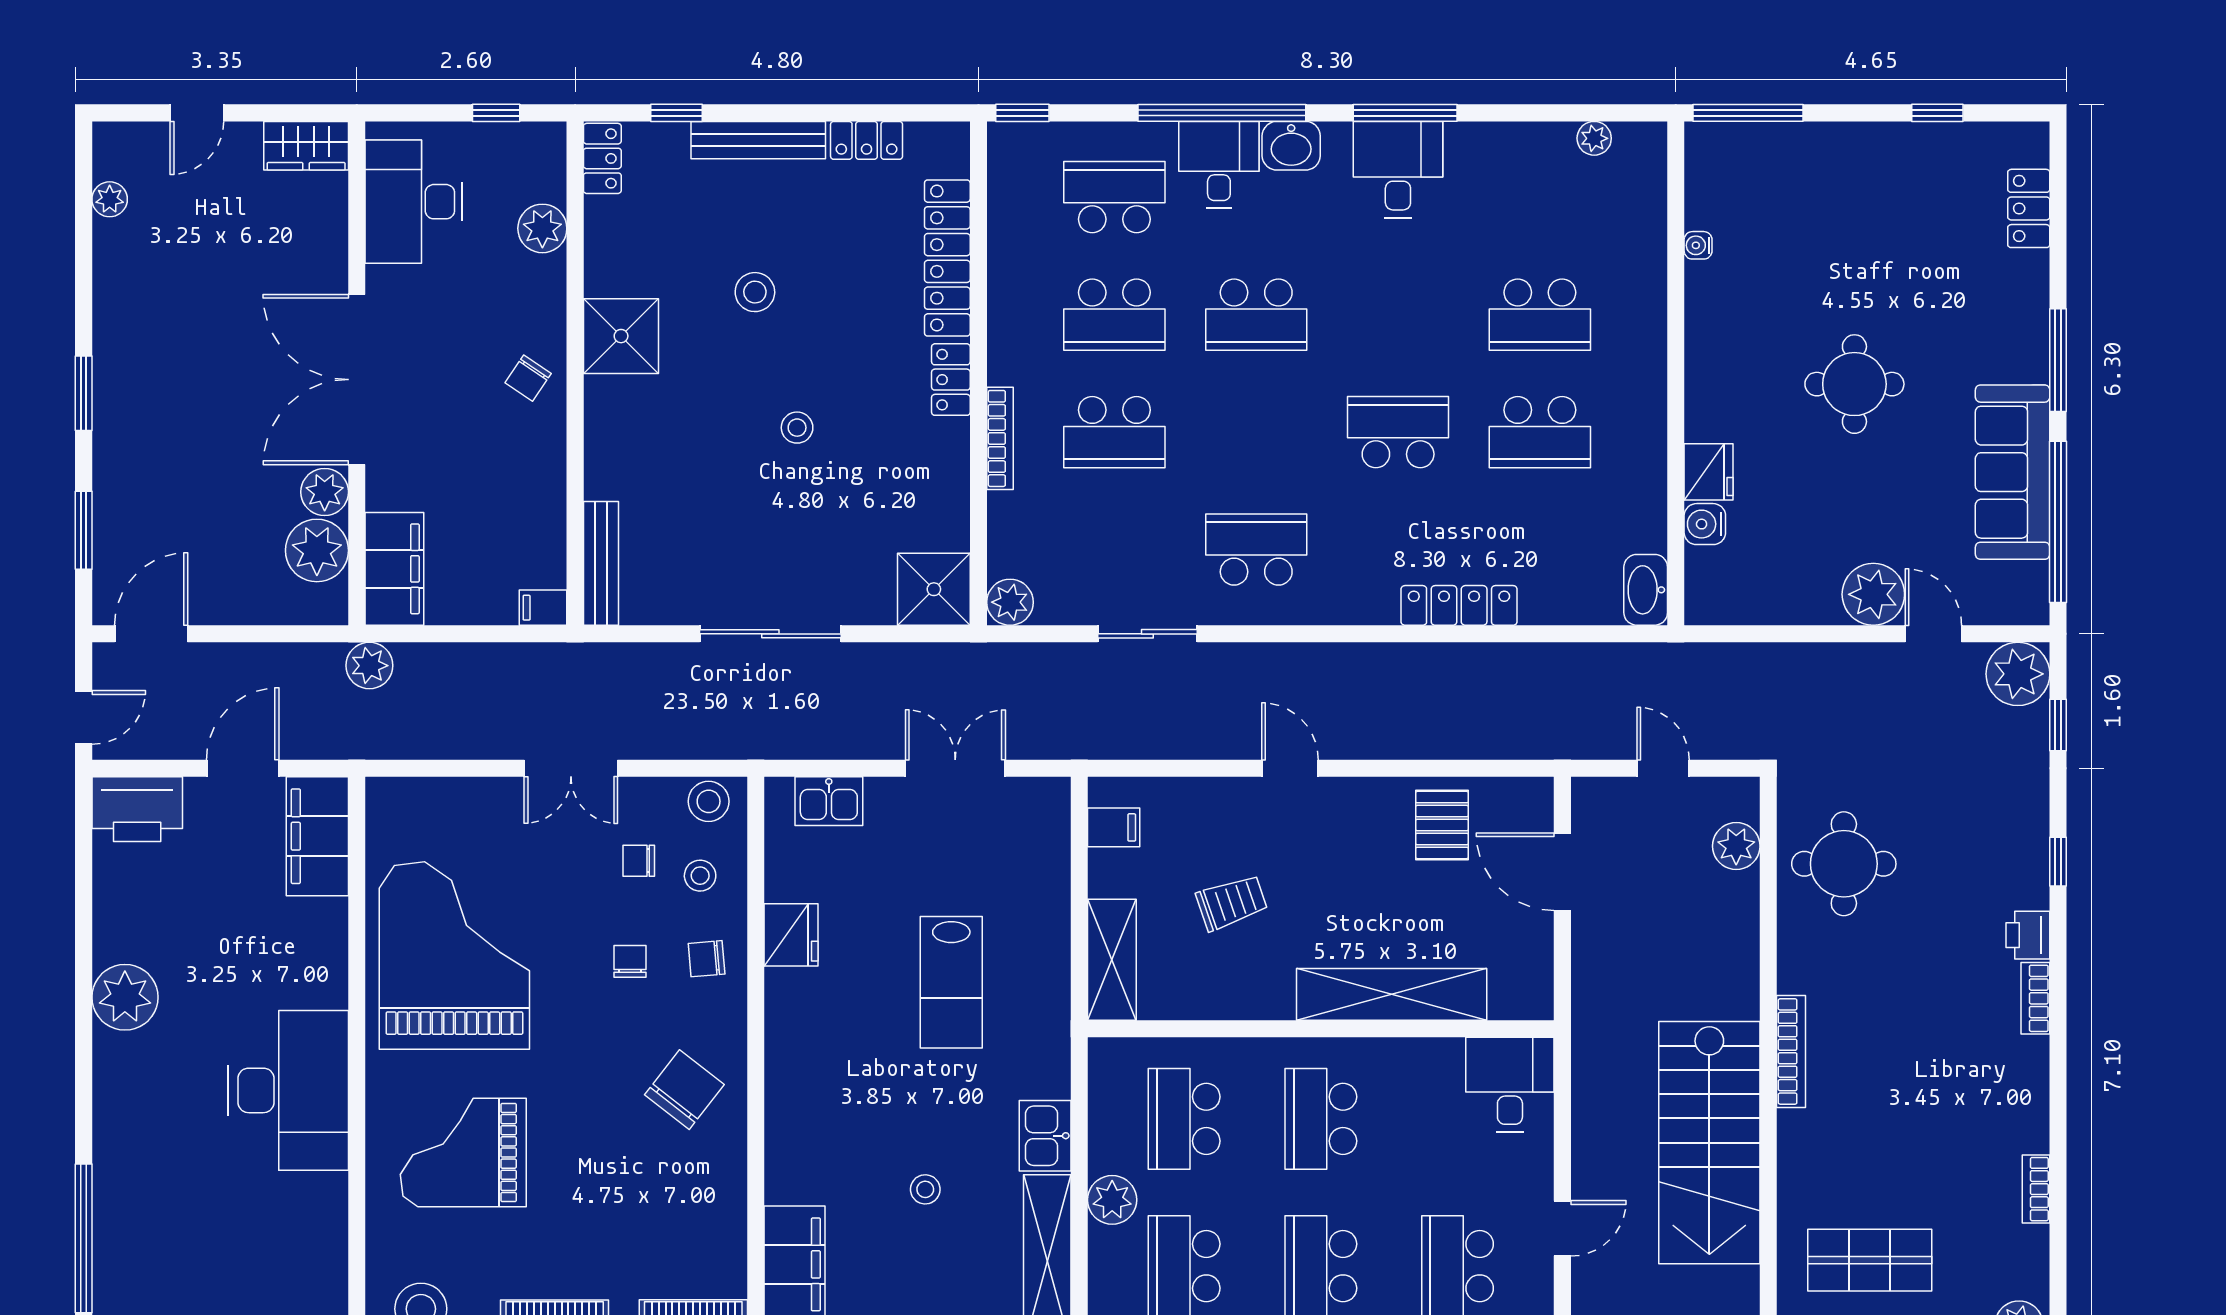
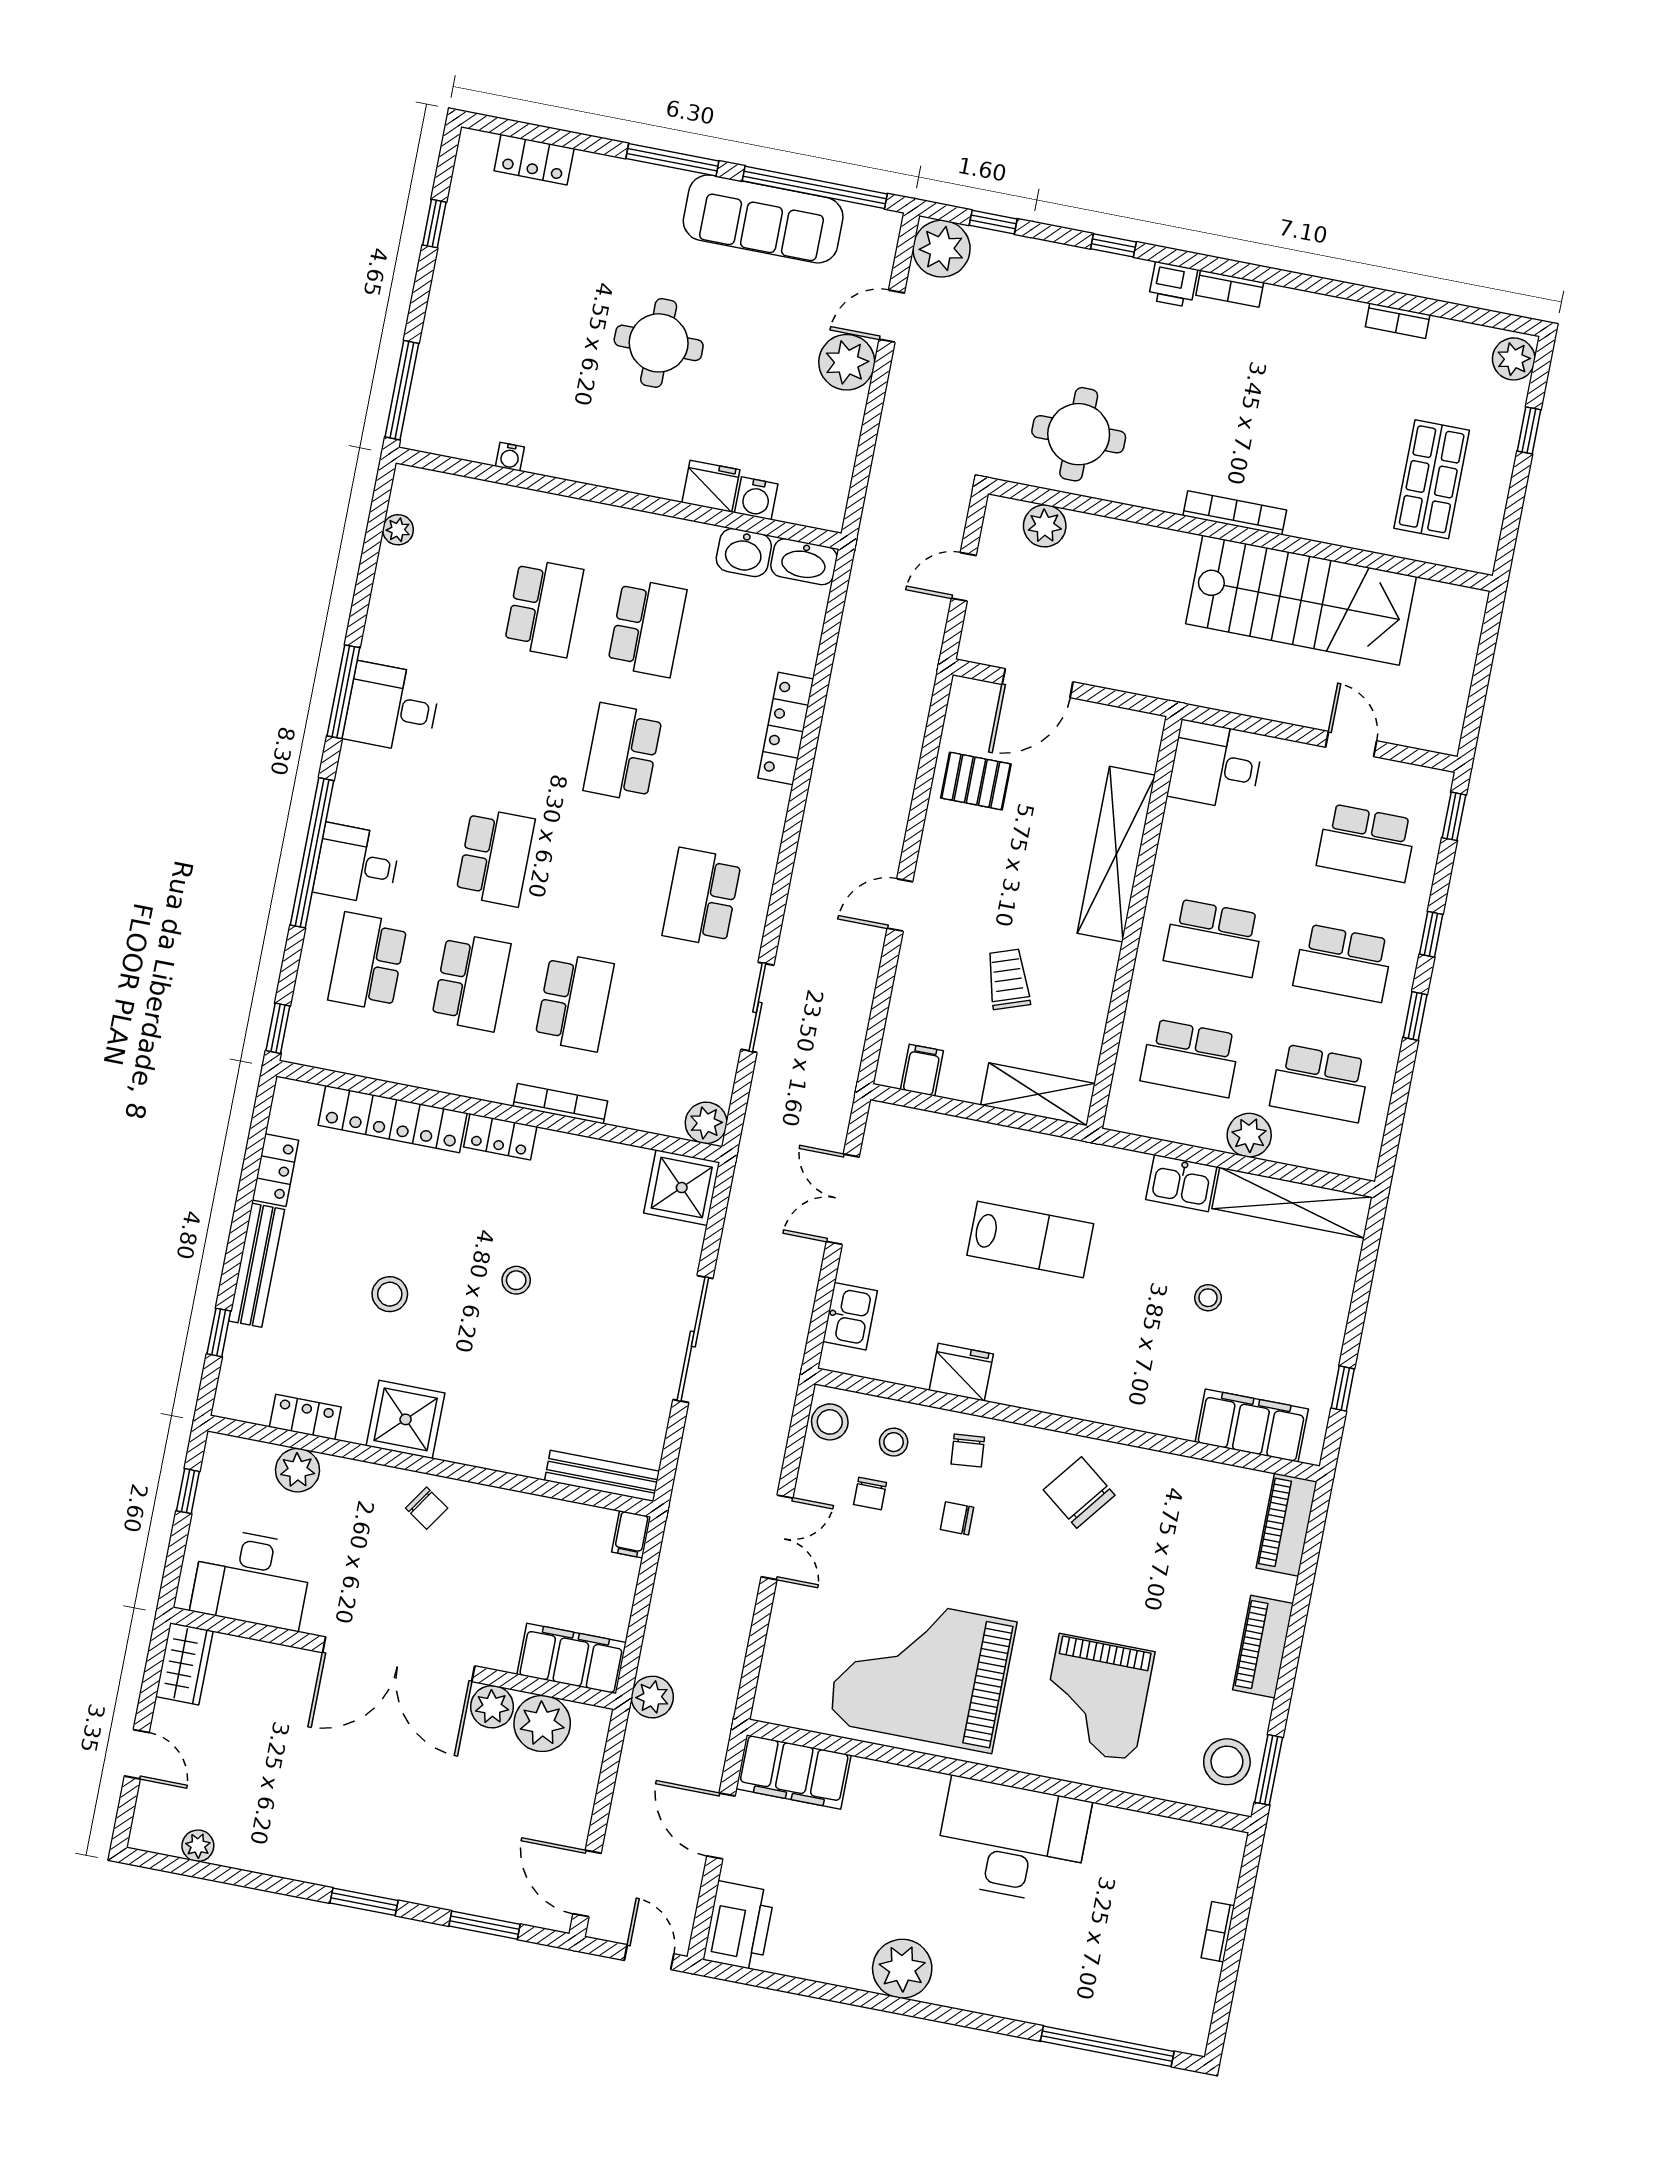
washbasin: (1291, 146) -> (744, 552), moved, turned 90
locker: (602, 158) -> (305, 1417), moved

